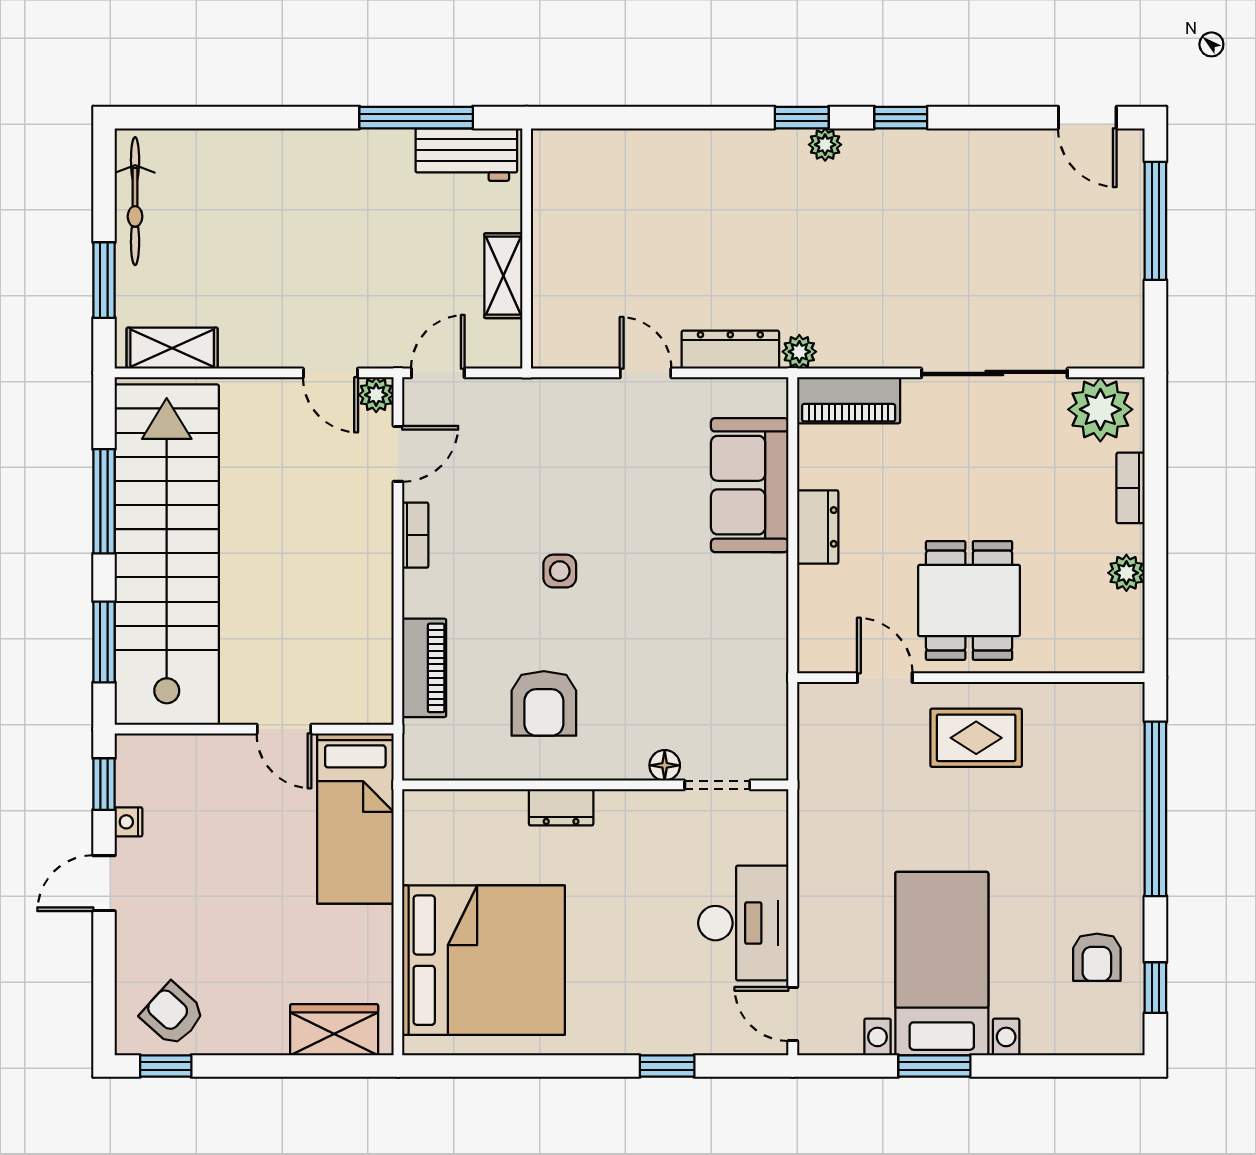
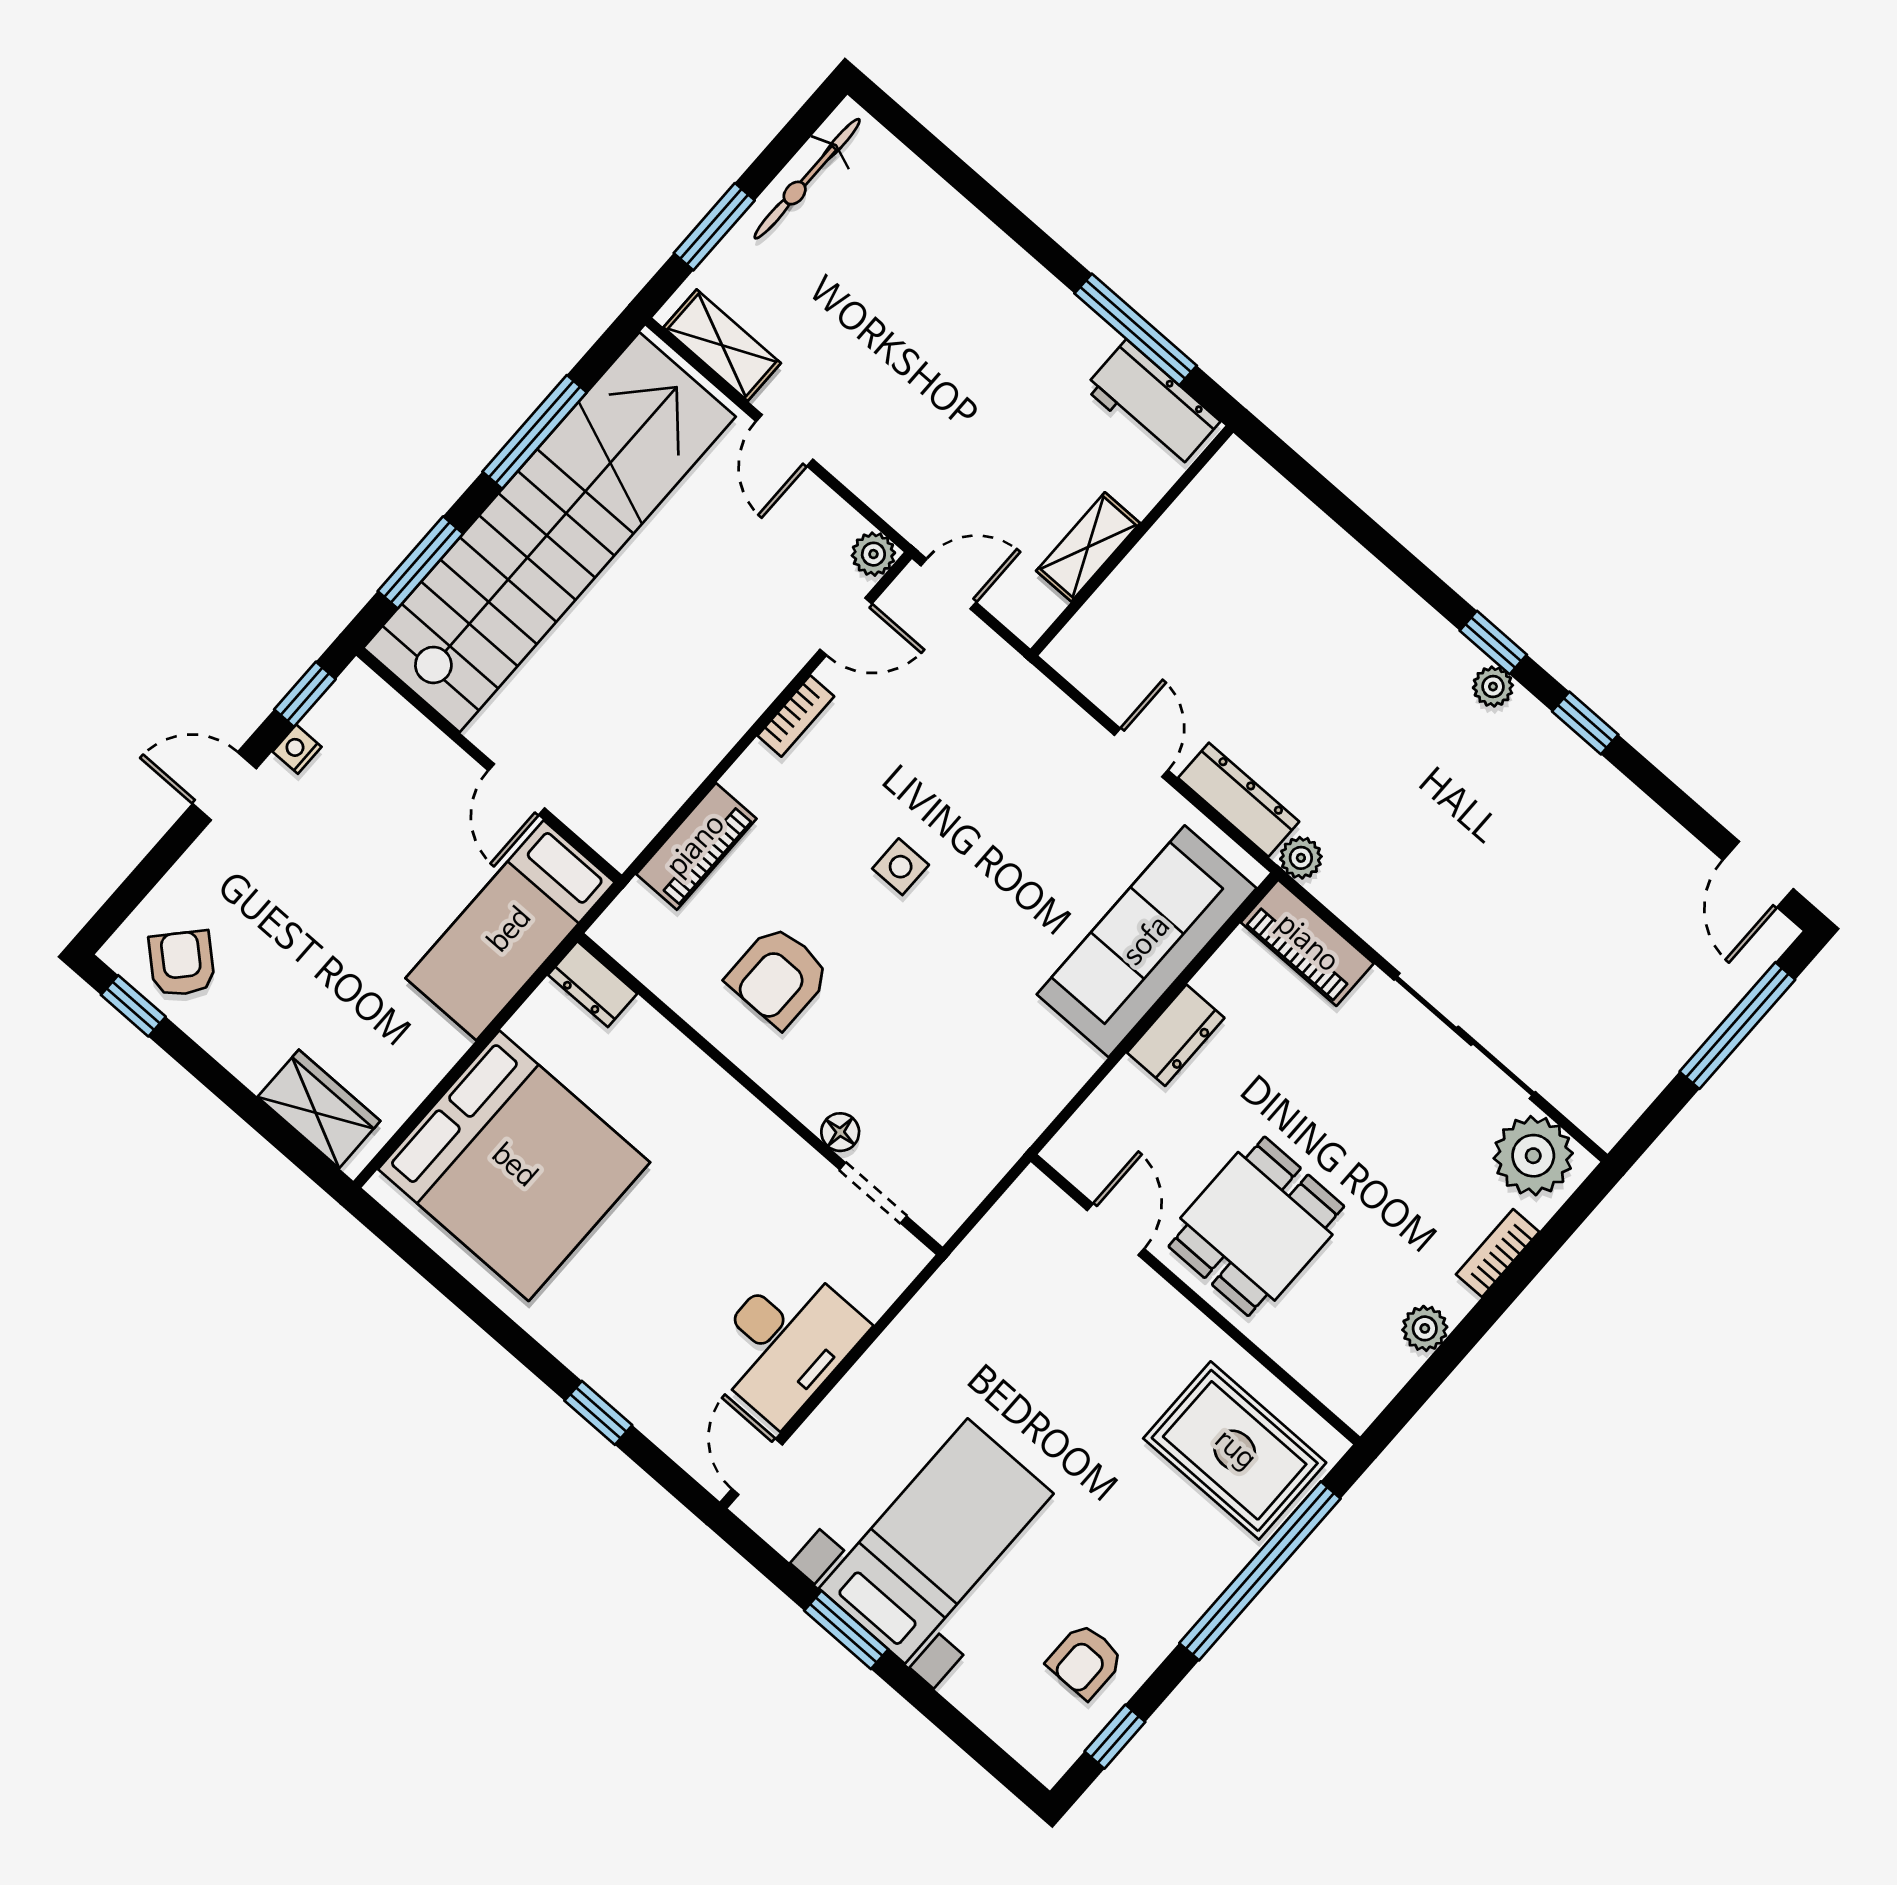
door: (330, 373) -> (784, 440), moved
sofa: (750, 485) -> (1147, 941), width x1.36
rug: (976, 738) -> (1235, 1450), moved, width x1.36, depth x1.43
dresser: (561, 807) -> (593, 984), moved

